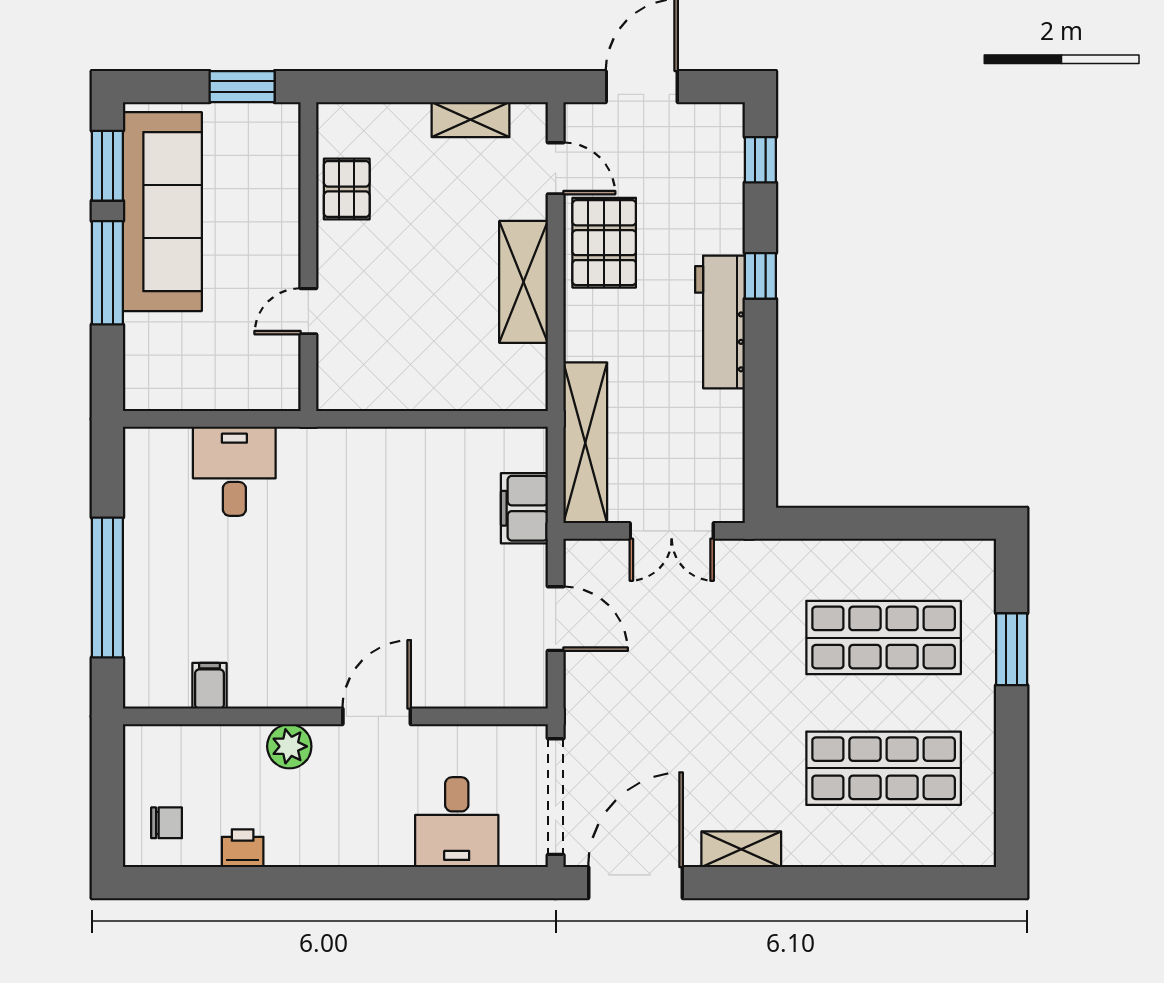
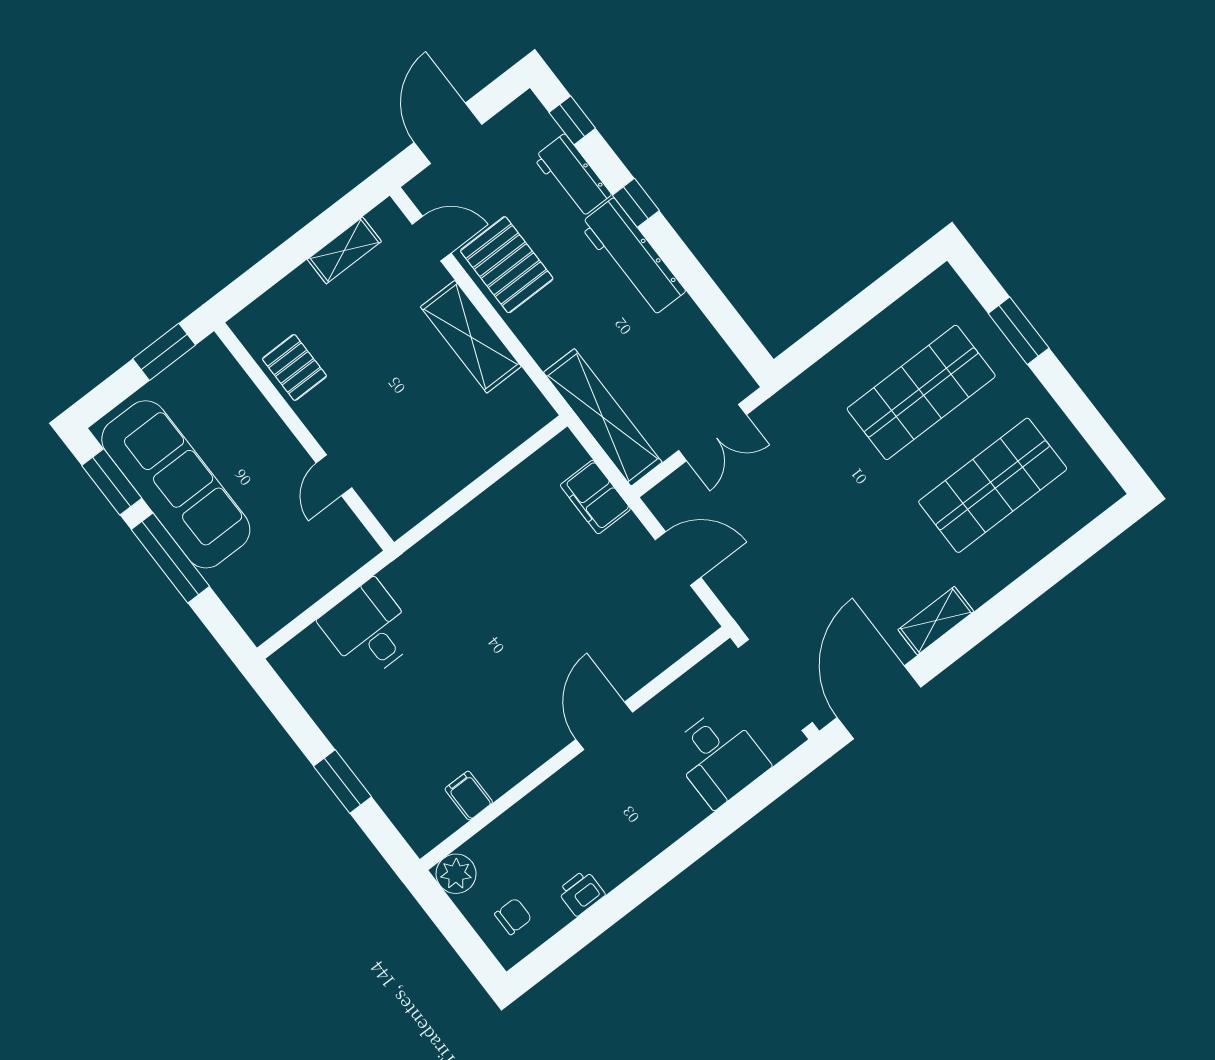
workbench: (722, 209) -> (572, 176), added
window: (107, 588) -> (342, 782), width x0.47
plant: (289, 746) -> (456, 874), moved

